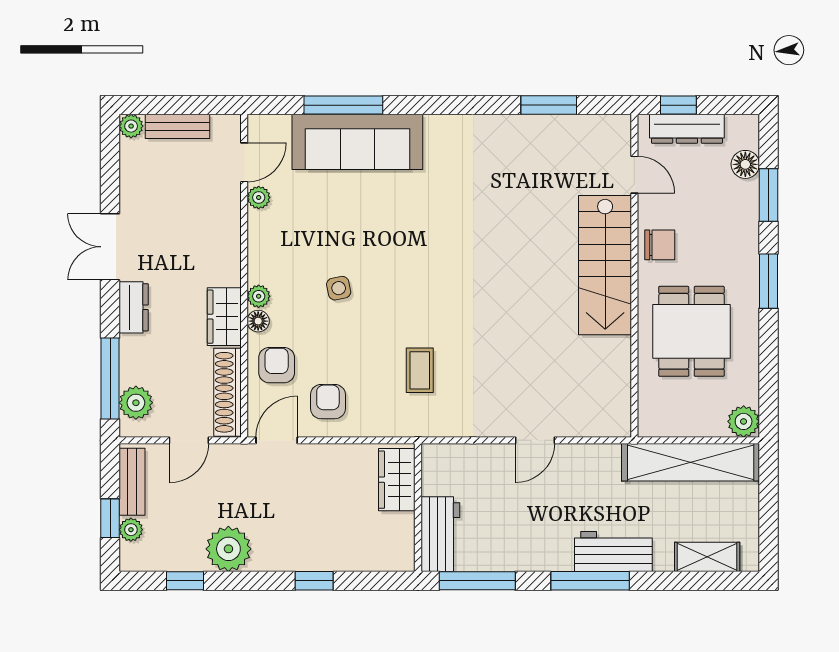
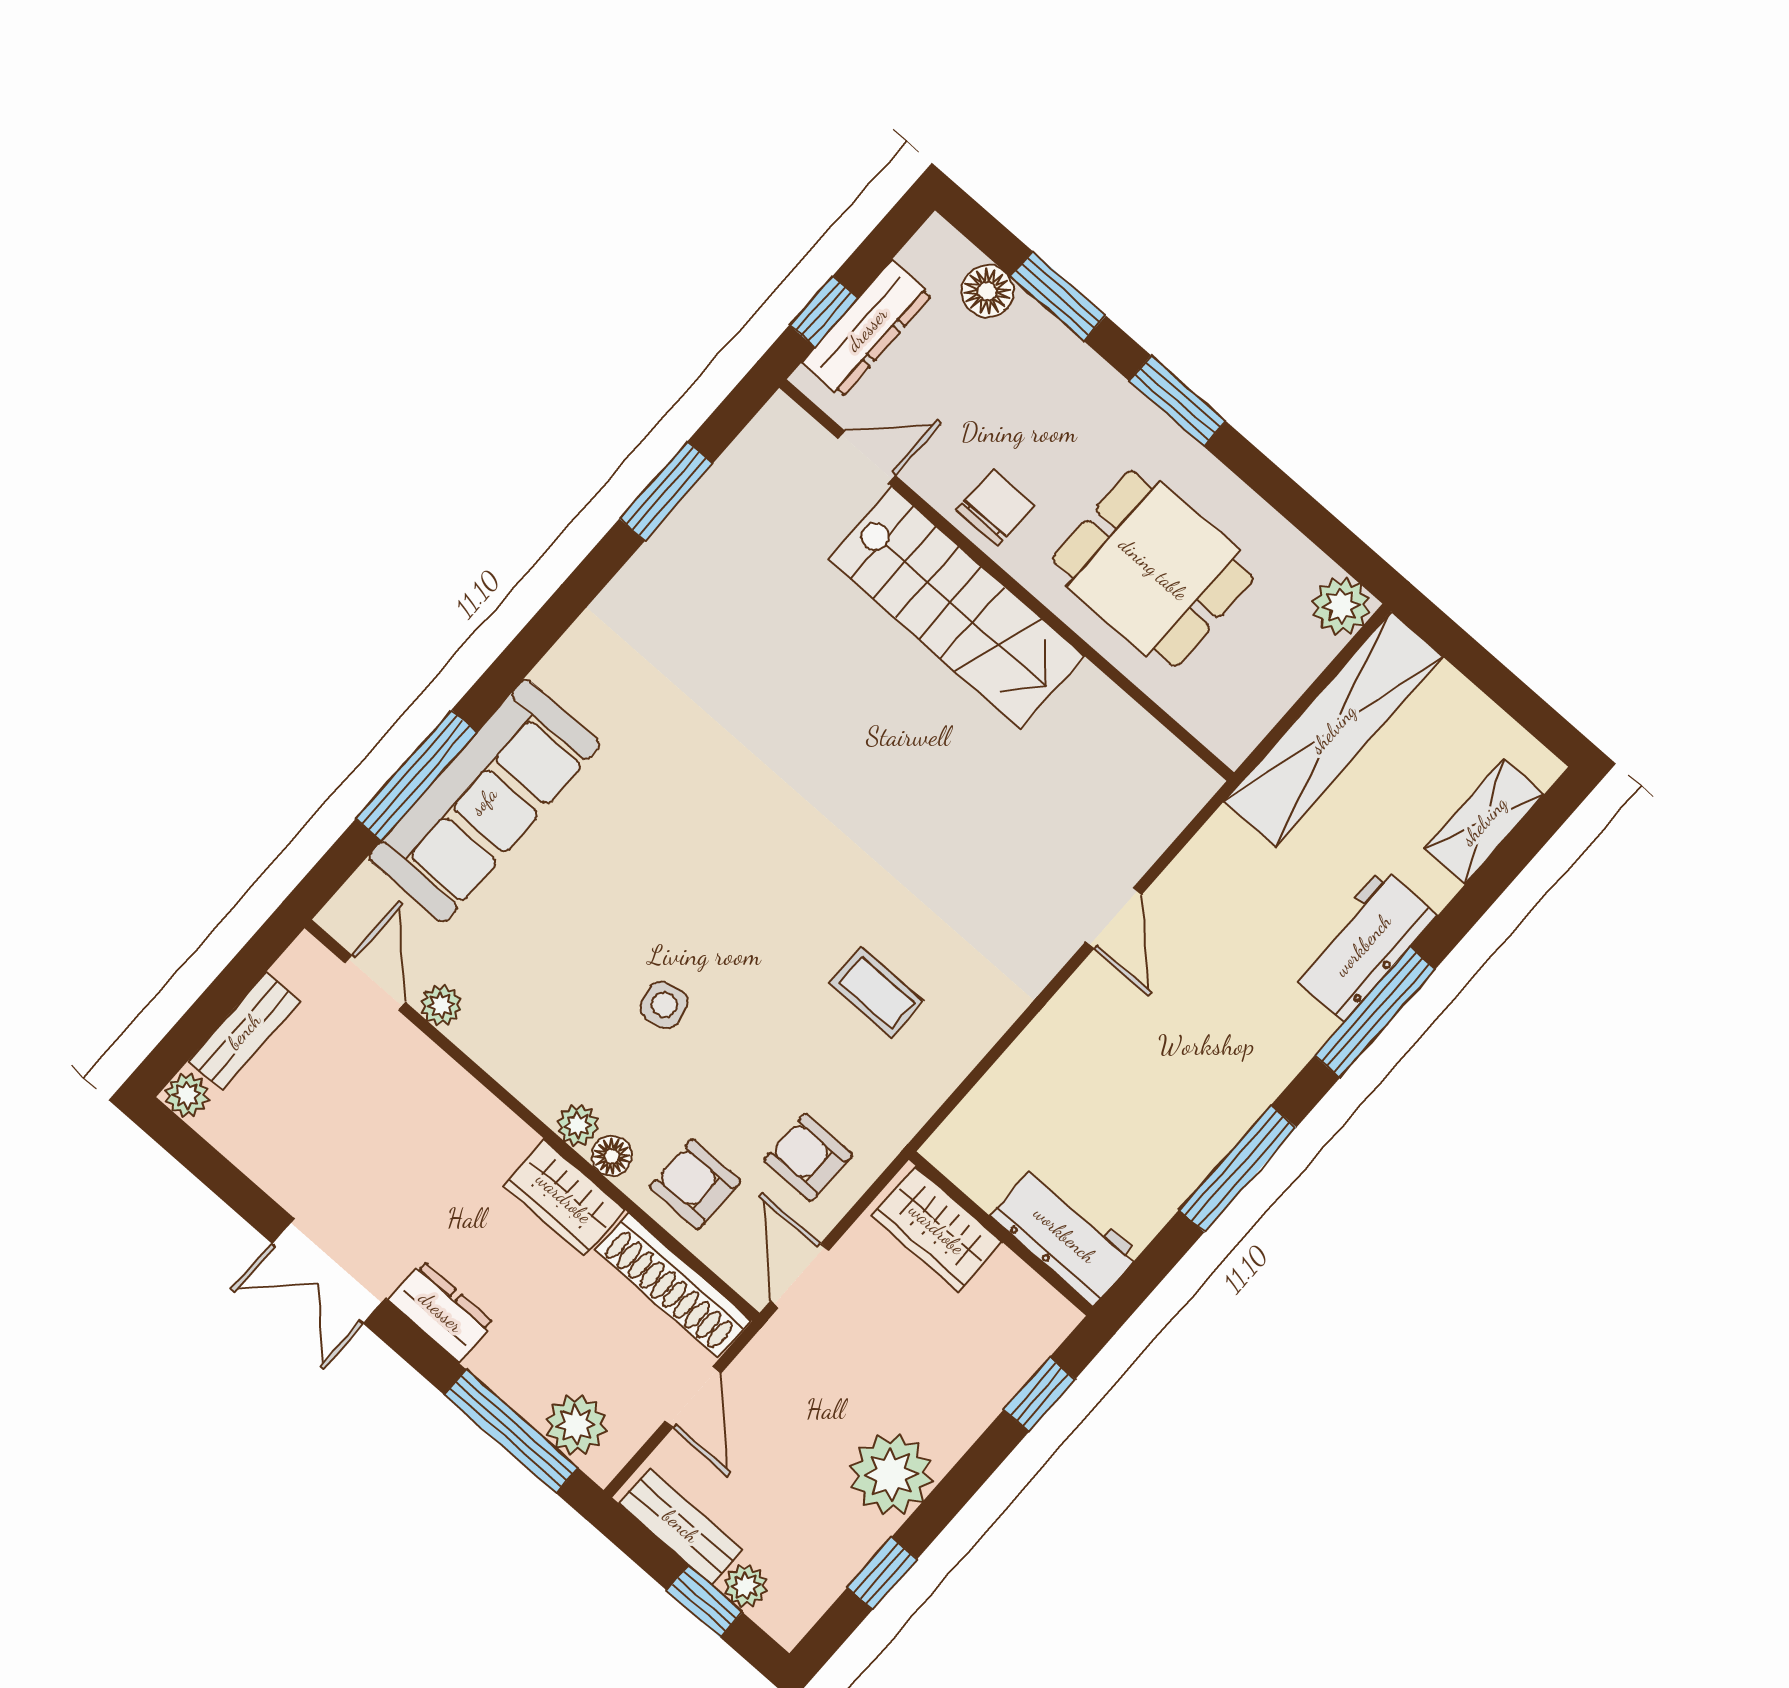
wardrobe: (397, 480) -> (937, 1229), moved
wall: (418, 507) -> (1001, 1233), moved
workbench: (440, 534) -> (1065, 1235), moved

